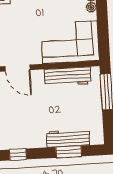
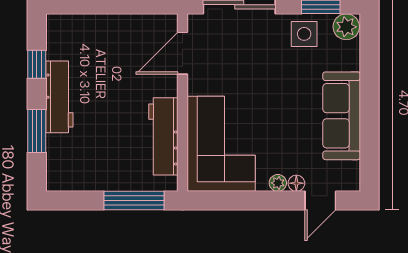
workbench: (68, 138) -> (59, 97), moved
window: (18, 155) -> (37, 64), moved

